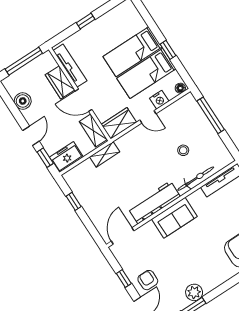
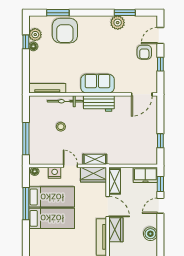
window: (168, 50) -> (26, 204), width x2.17
shelving: (105, 154) -> (95, 159), moved
workbench: (154, 202) -> (99, 104), width x0.73

